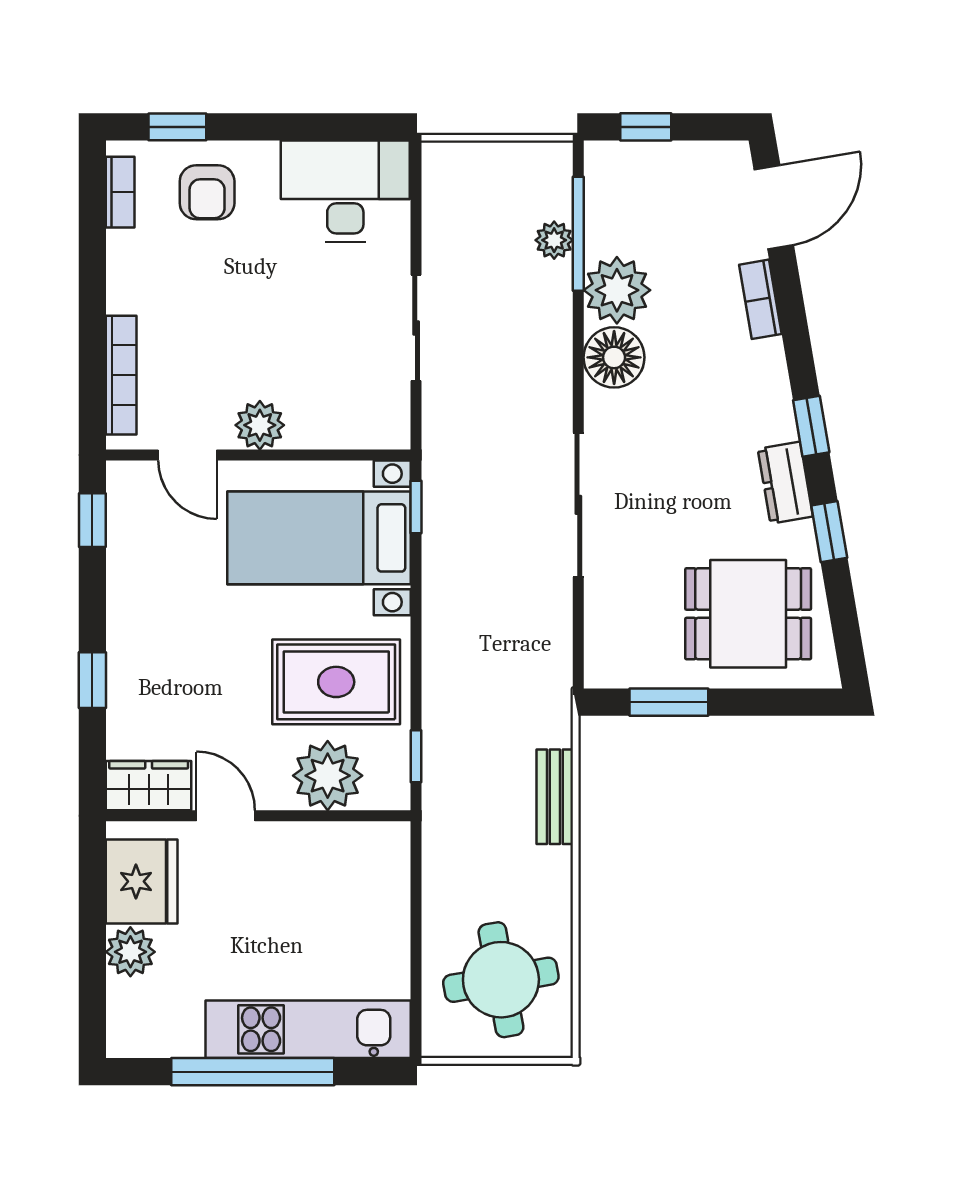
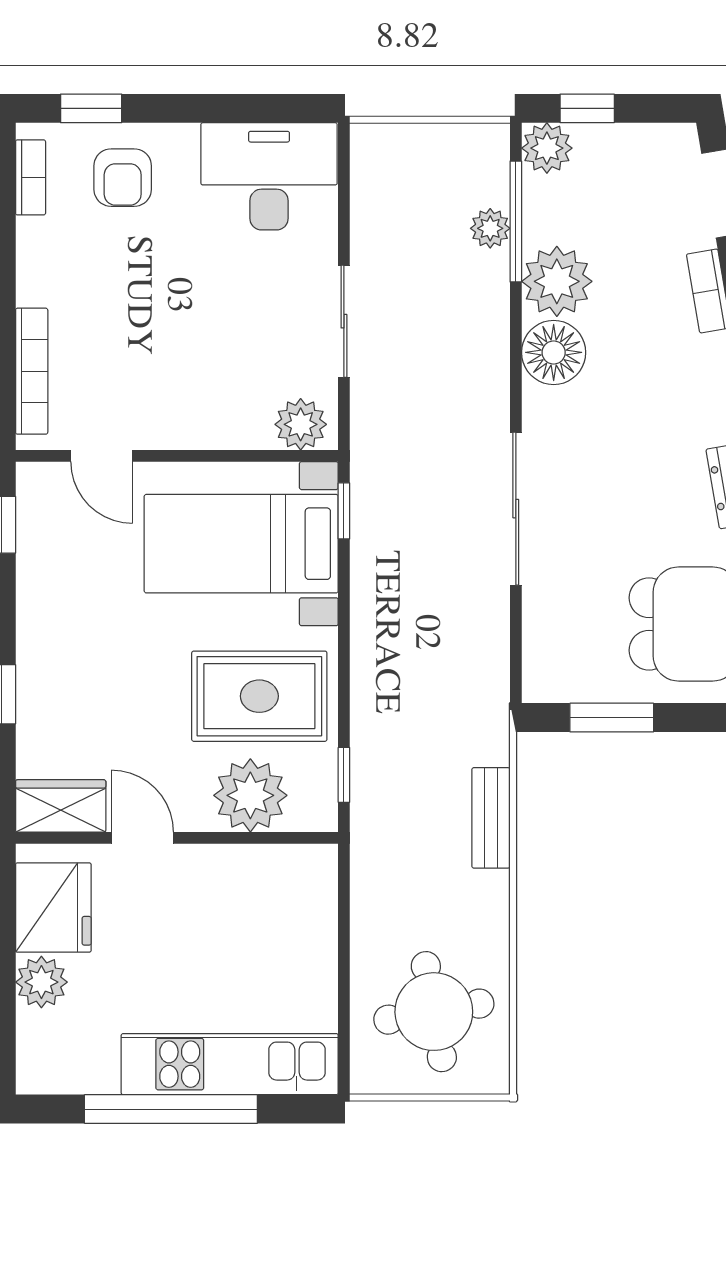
plant: (608, 164) -> (547, 148), added
plant: (260, 425) -> (301, 424), moved

